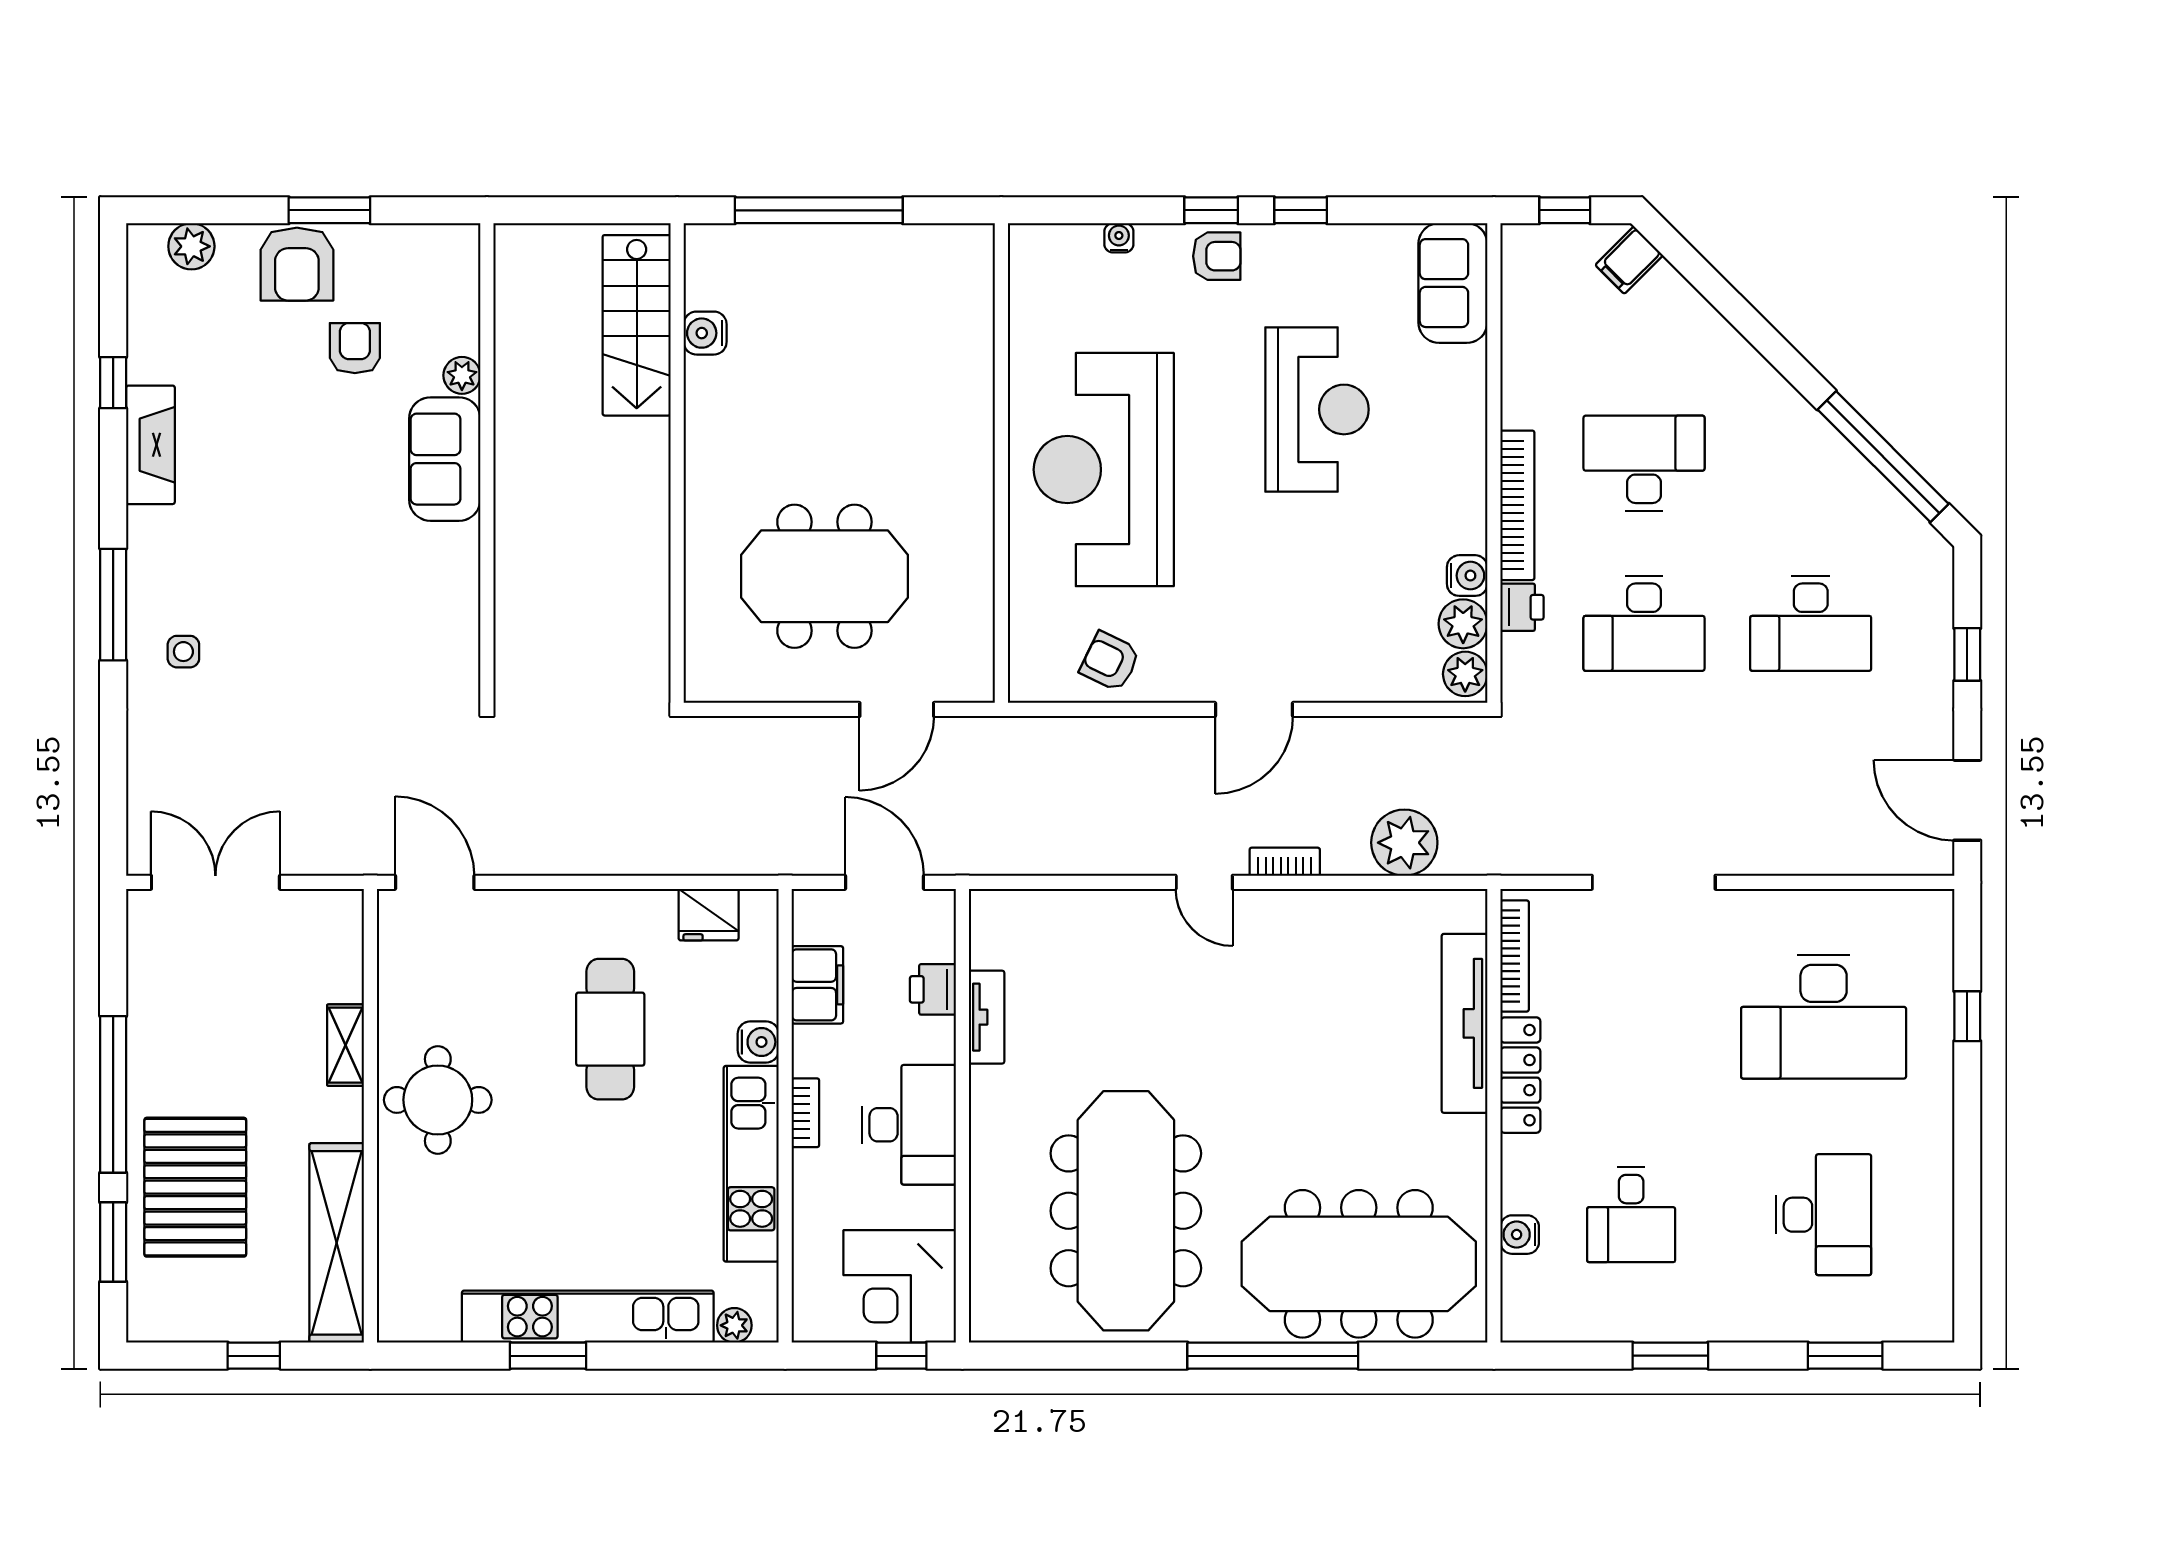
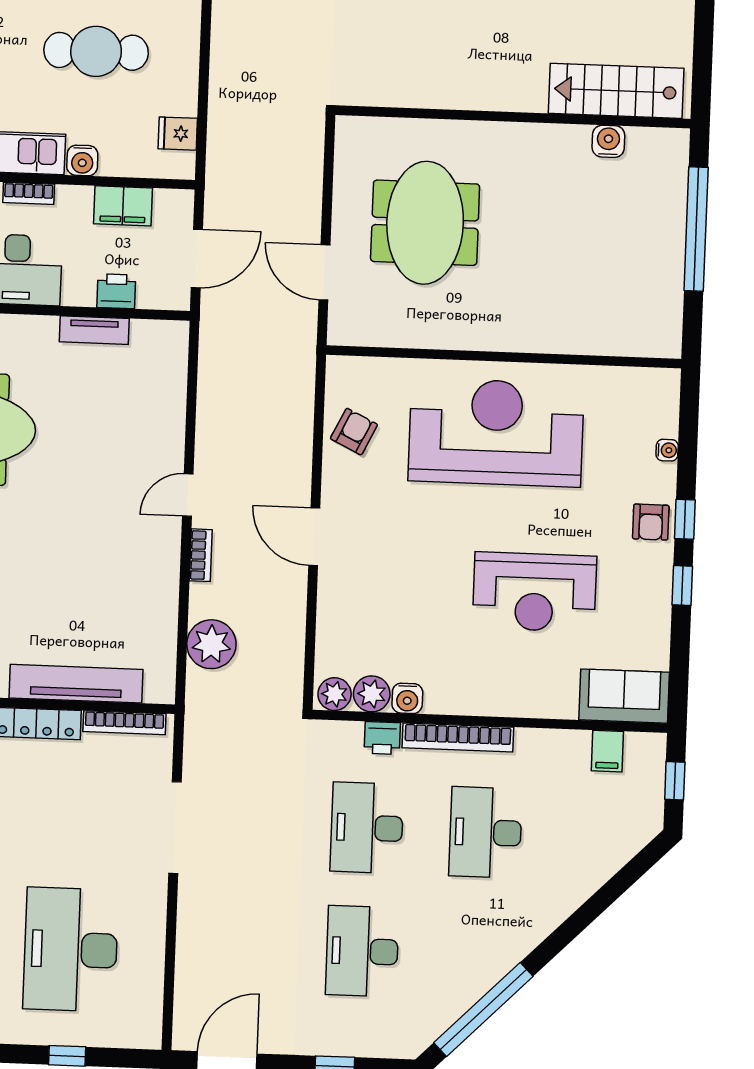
filing cabinet: (1629, 260) -> (607, 751), moved, turned -135
desk: (1644, 463) -> (485, 832), turned 180
fridge: (709, 915) -> (178, 134), width x0.72

